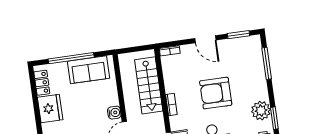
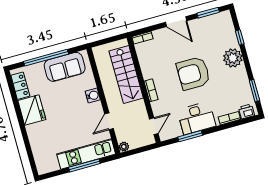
window: (267, 63) -> (240, 37), width x0.46
plant: (261, 111) -> (233, 58), moved
water cooler: (114, 113) -> (93, 96), moved

